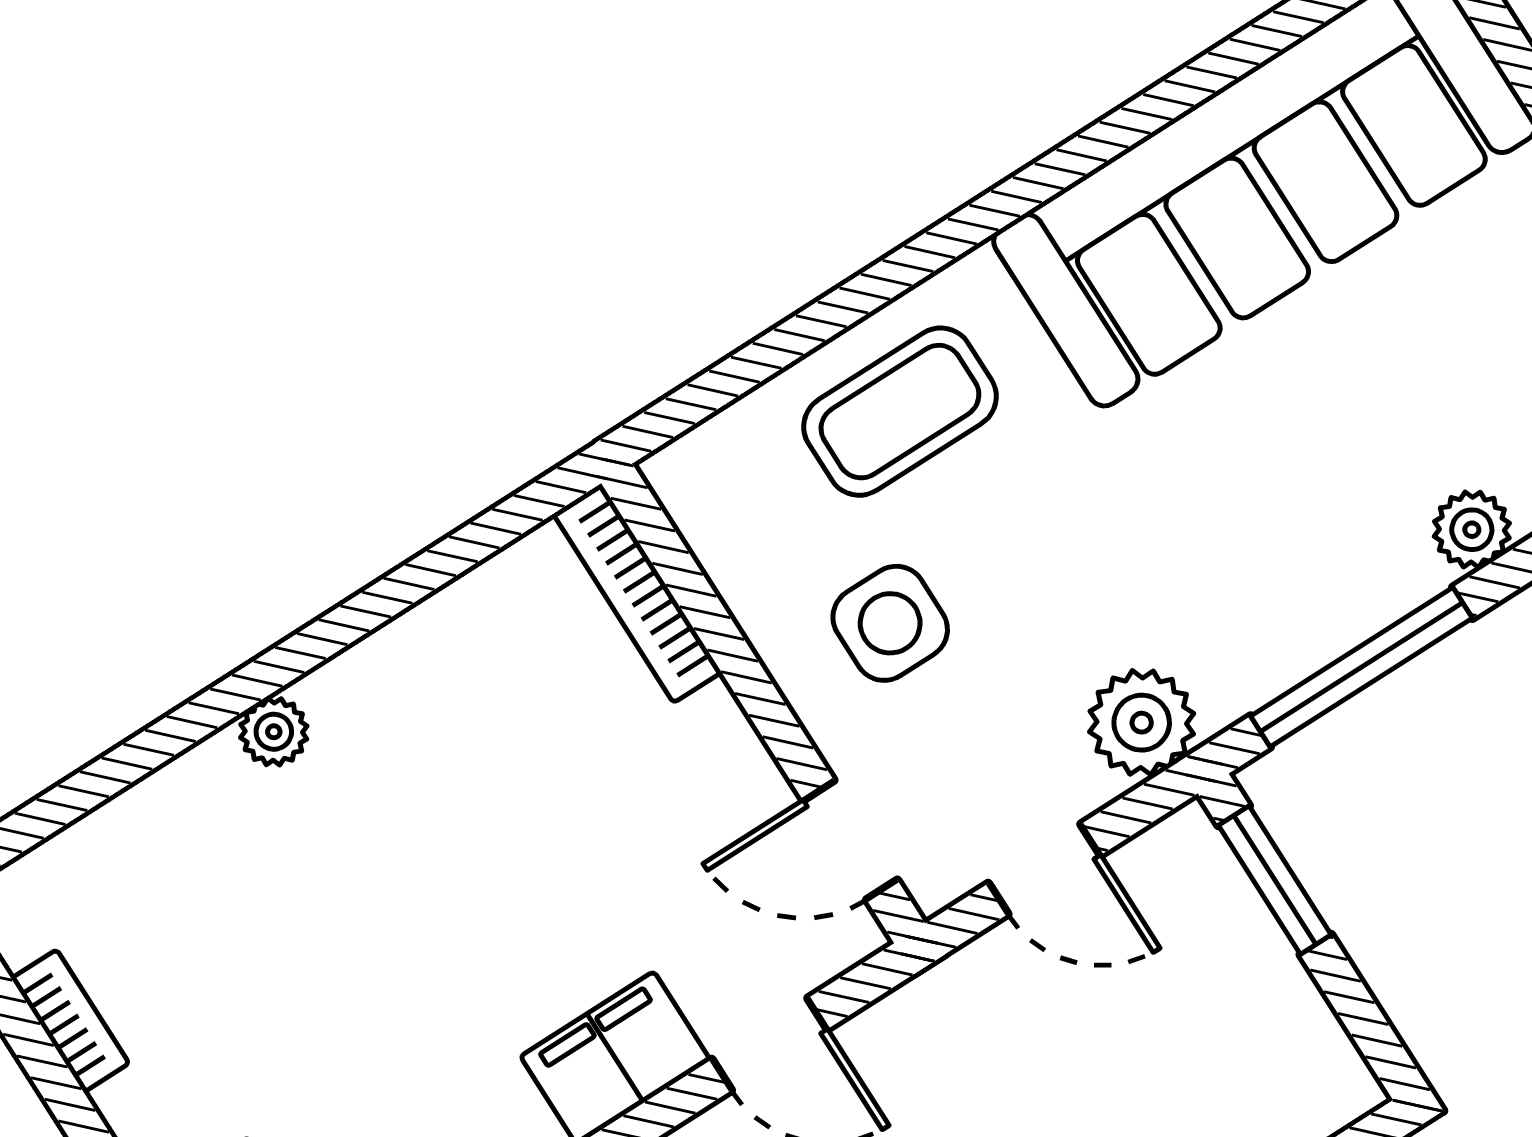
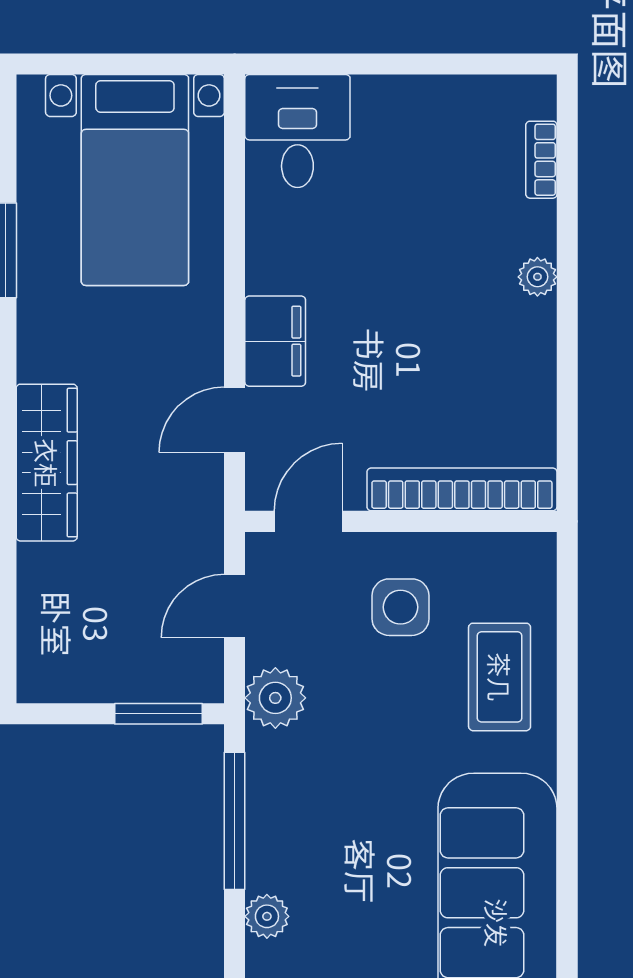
bookcase: (637, 593) -> (462, 489), width x1.48, depth x1.31
bookcase: (70, 1021) -> (541, 160), moved, turned 90

